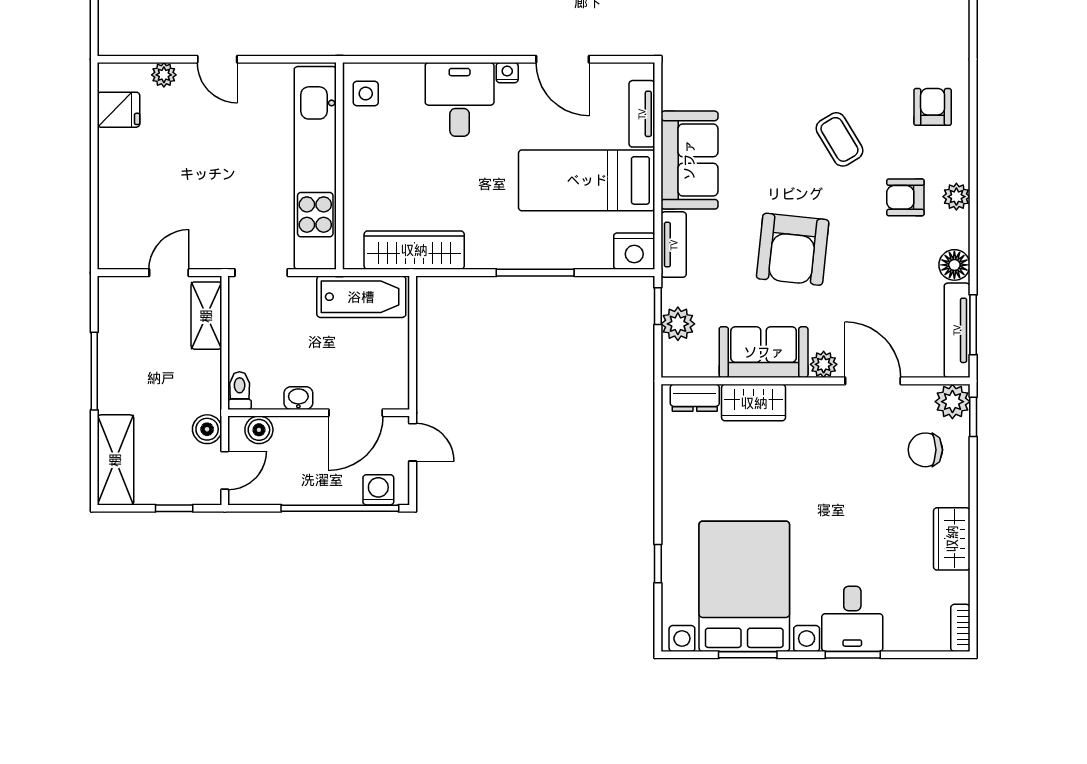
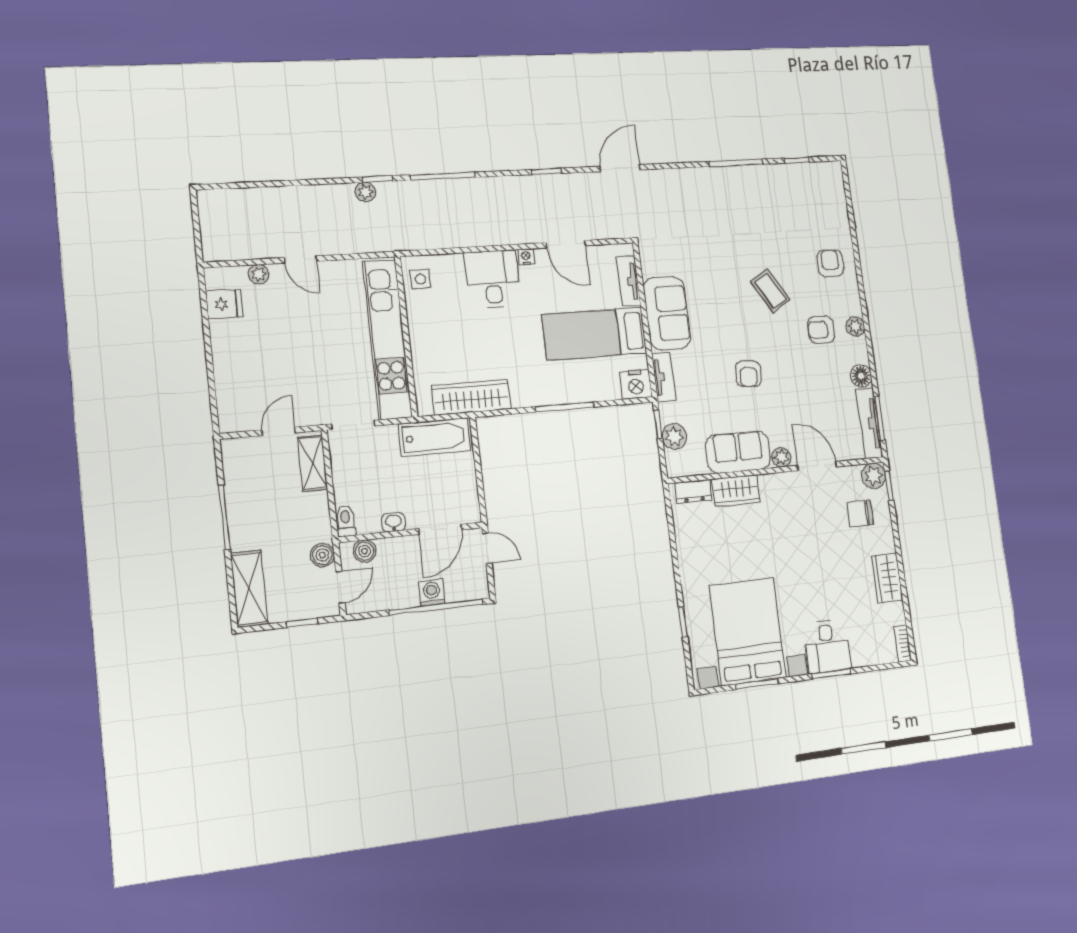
armchair: (793, 249) -> (749, 374), width x0.53, depth x0.53
washing machine: (378, 490) -> (432, 593), moved

